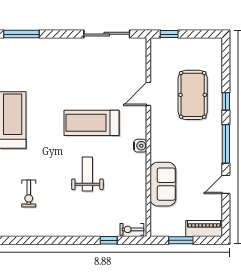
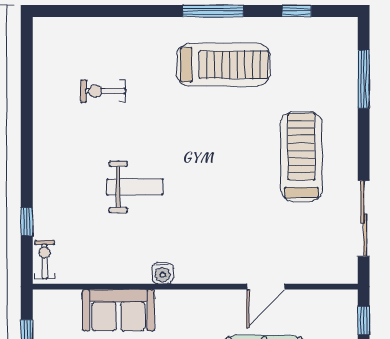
door: (148, 94) -> (266, 287), swing flipped
treadmill: (91, 123) -> (301, 157), moved
water cooler: (140, 146) -> (163, 273), moved

